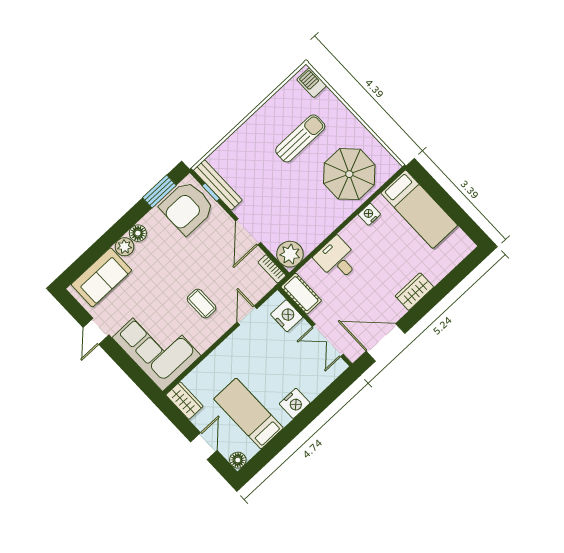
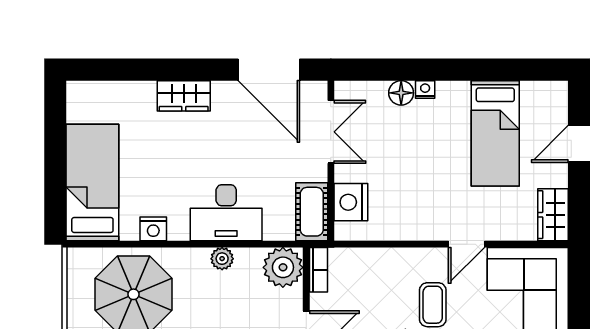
plant: (323, 231) -> (222, 259), added
desk: (337, 259) -> (226, 213), width x1.37
door: (247, 315) -> (466, 244), moved
nightstand: (295, 403) -> (425, 90), width x0.53, depth x0.56
floor lamp: (238, 460) -> (401, 93), moved

